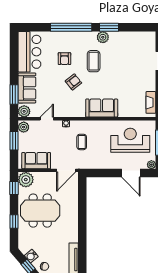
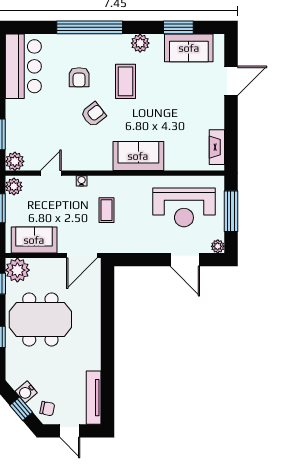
window: (109, 27) -> (178, 27), moved
sofa: (27, 88) -> (189, 48), moved, turned 90
reception desk: (130, 140) -> (184, 207), turned 180

